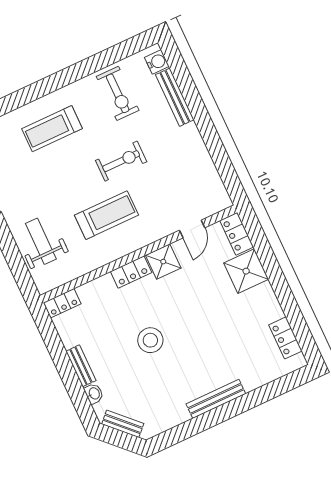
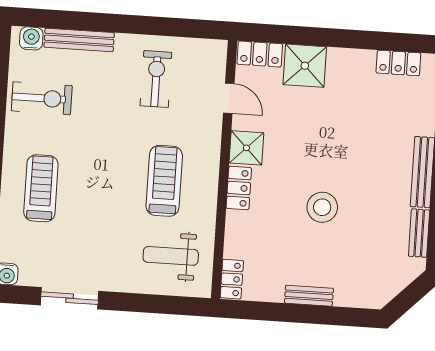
treadmill: (52, 129) -> (41, 188), turned 180
exercise bike: (121, 161) -> (156, 79), moved
weight bench: (41, 241) -> (171, 256), moved
washbasin: (94, 394) -> (346, 298), removed
bench: (123, 424) -> (419, 233), moved, turned -45

